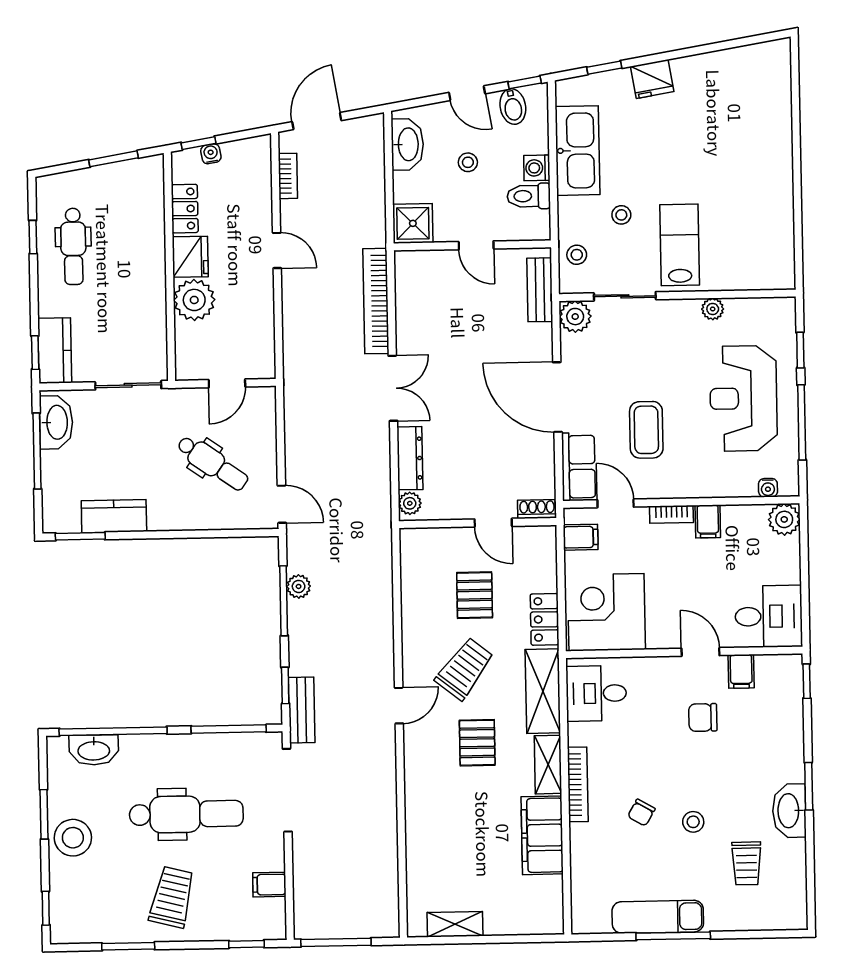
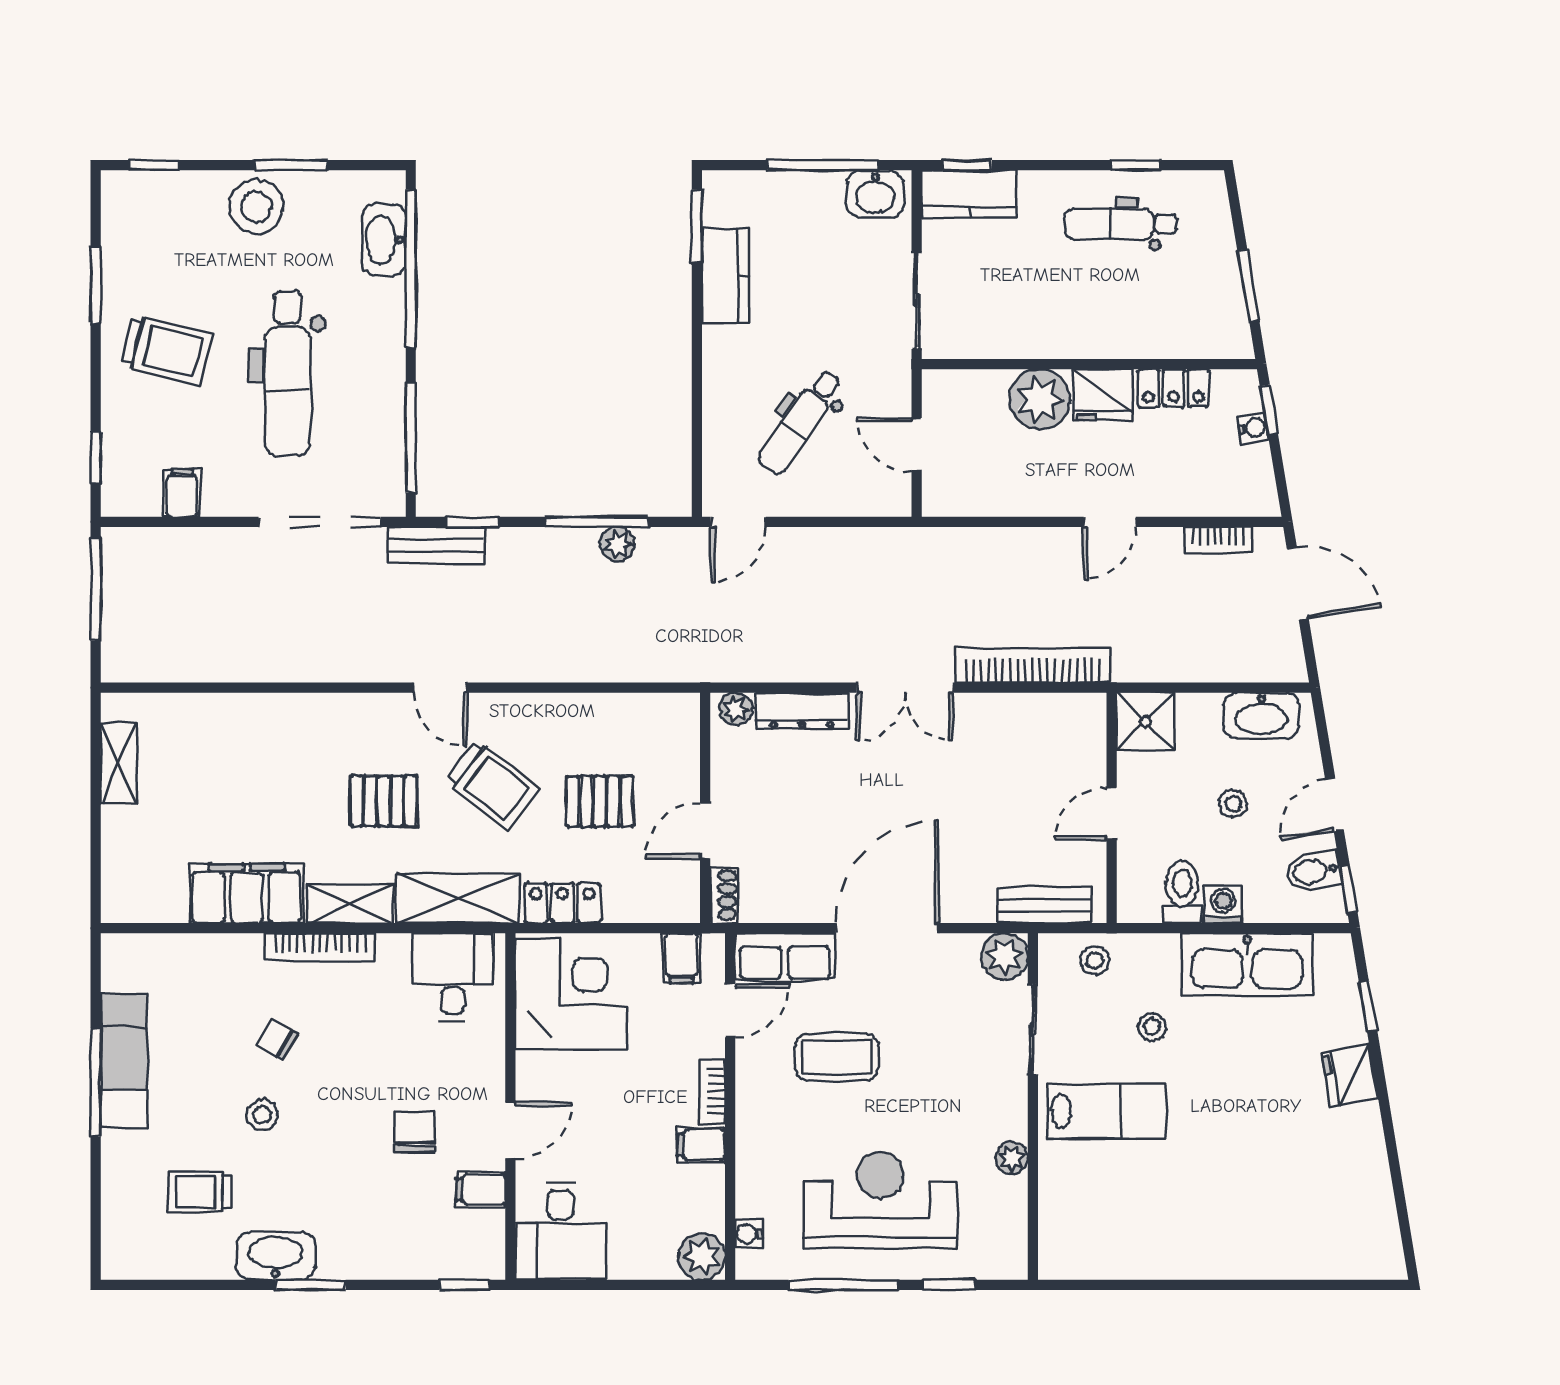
washbasin: (56, 422) -> (875, 194), width x0.72

